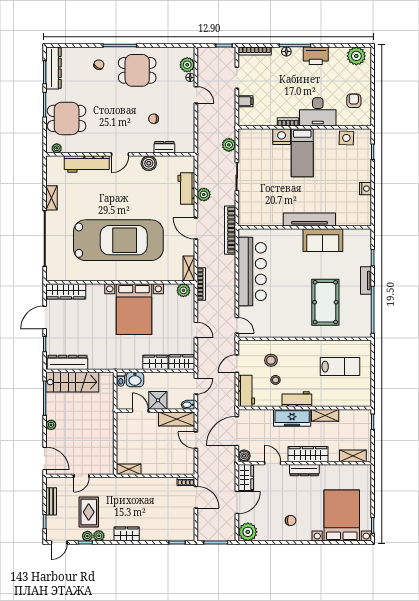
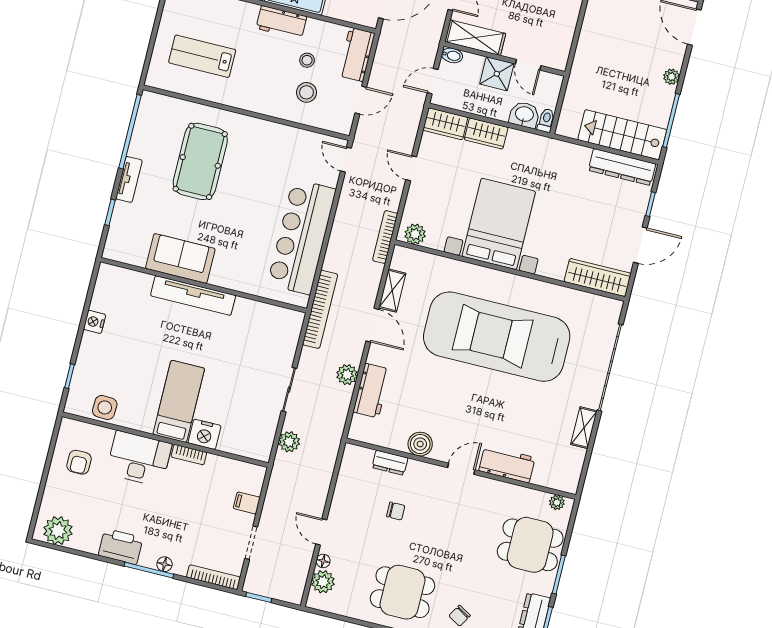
workbench: (87, 164) -> (507, 464), width x0.73
shelving: (189, 269) -> (392, 291), moved

